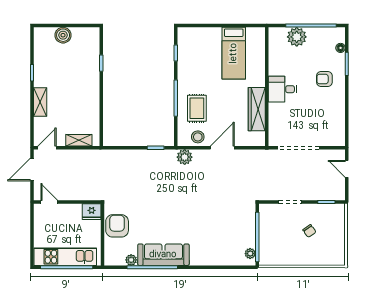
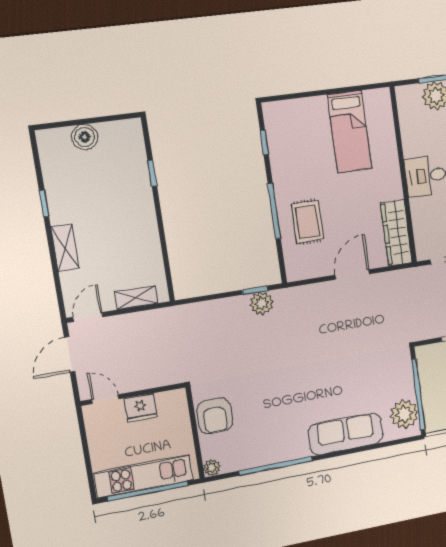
wardrobe: (257, 109) -> (396, 233), moved
stool: (198, 137) -> (315, 264), removed
plant: (185, 157) -> (261, 303), moved
fridge: (92, 212) -> (141, 408), moved
armchair: (117, 226) -> (215, 416), turned 180
plant: (250, 254) -> (404, 414), width x1.88, depth x1.88
sofa: (163, 255) -> (346, 434), moved
plant: (131, 260) -> (212, 468), moved

